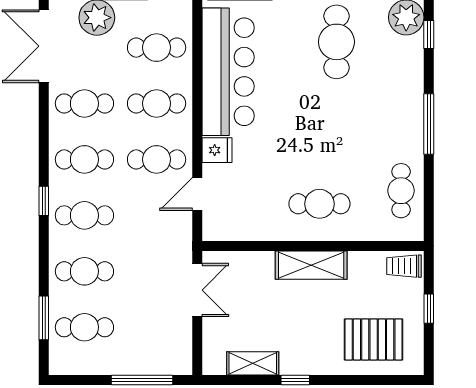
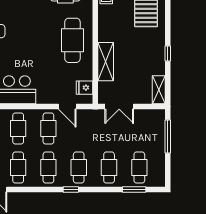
fridge: (217, 150) -> (85, 88), moved, turned -90
cafe table: (319, 204) -> (72, 40), width x1.37, depth x1.35
shelving: (311, 265) -> (106, 62), moved
double door: (197, 290) -> (119, 106), swing flipped
shelving: (253, 363) -> (159, 90), moved

